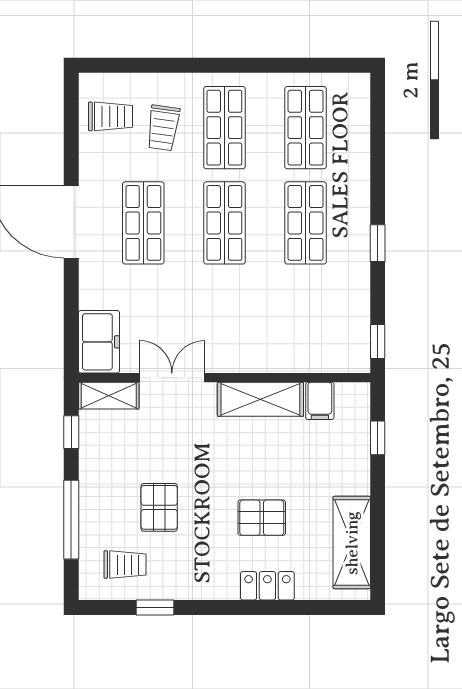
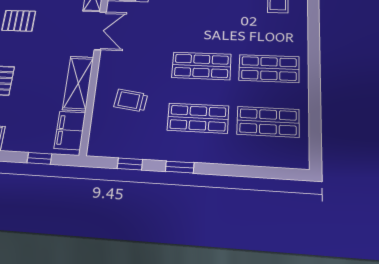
trolley: (163, 128) -> (131, 100), moved
shop shelf: (143, 223) -> (205, 17), removed
window: (378, 341) -> (130, 164), moved
filing cabinet: (320, 401) -> (70, 130), width x2.00

